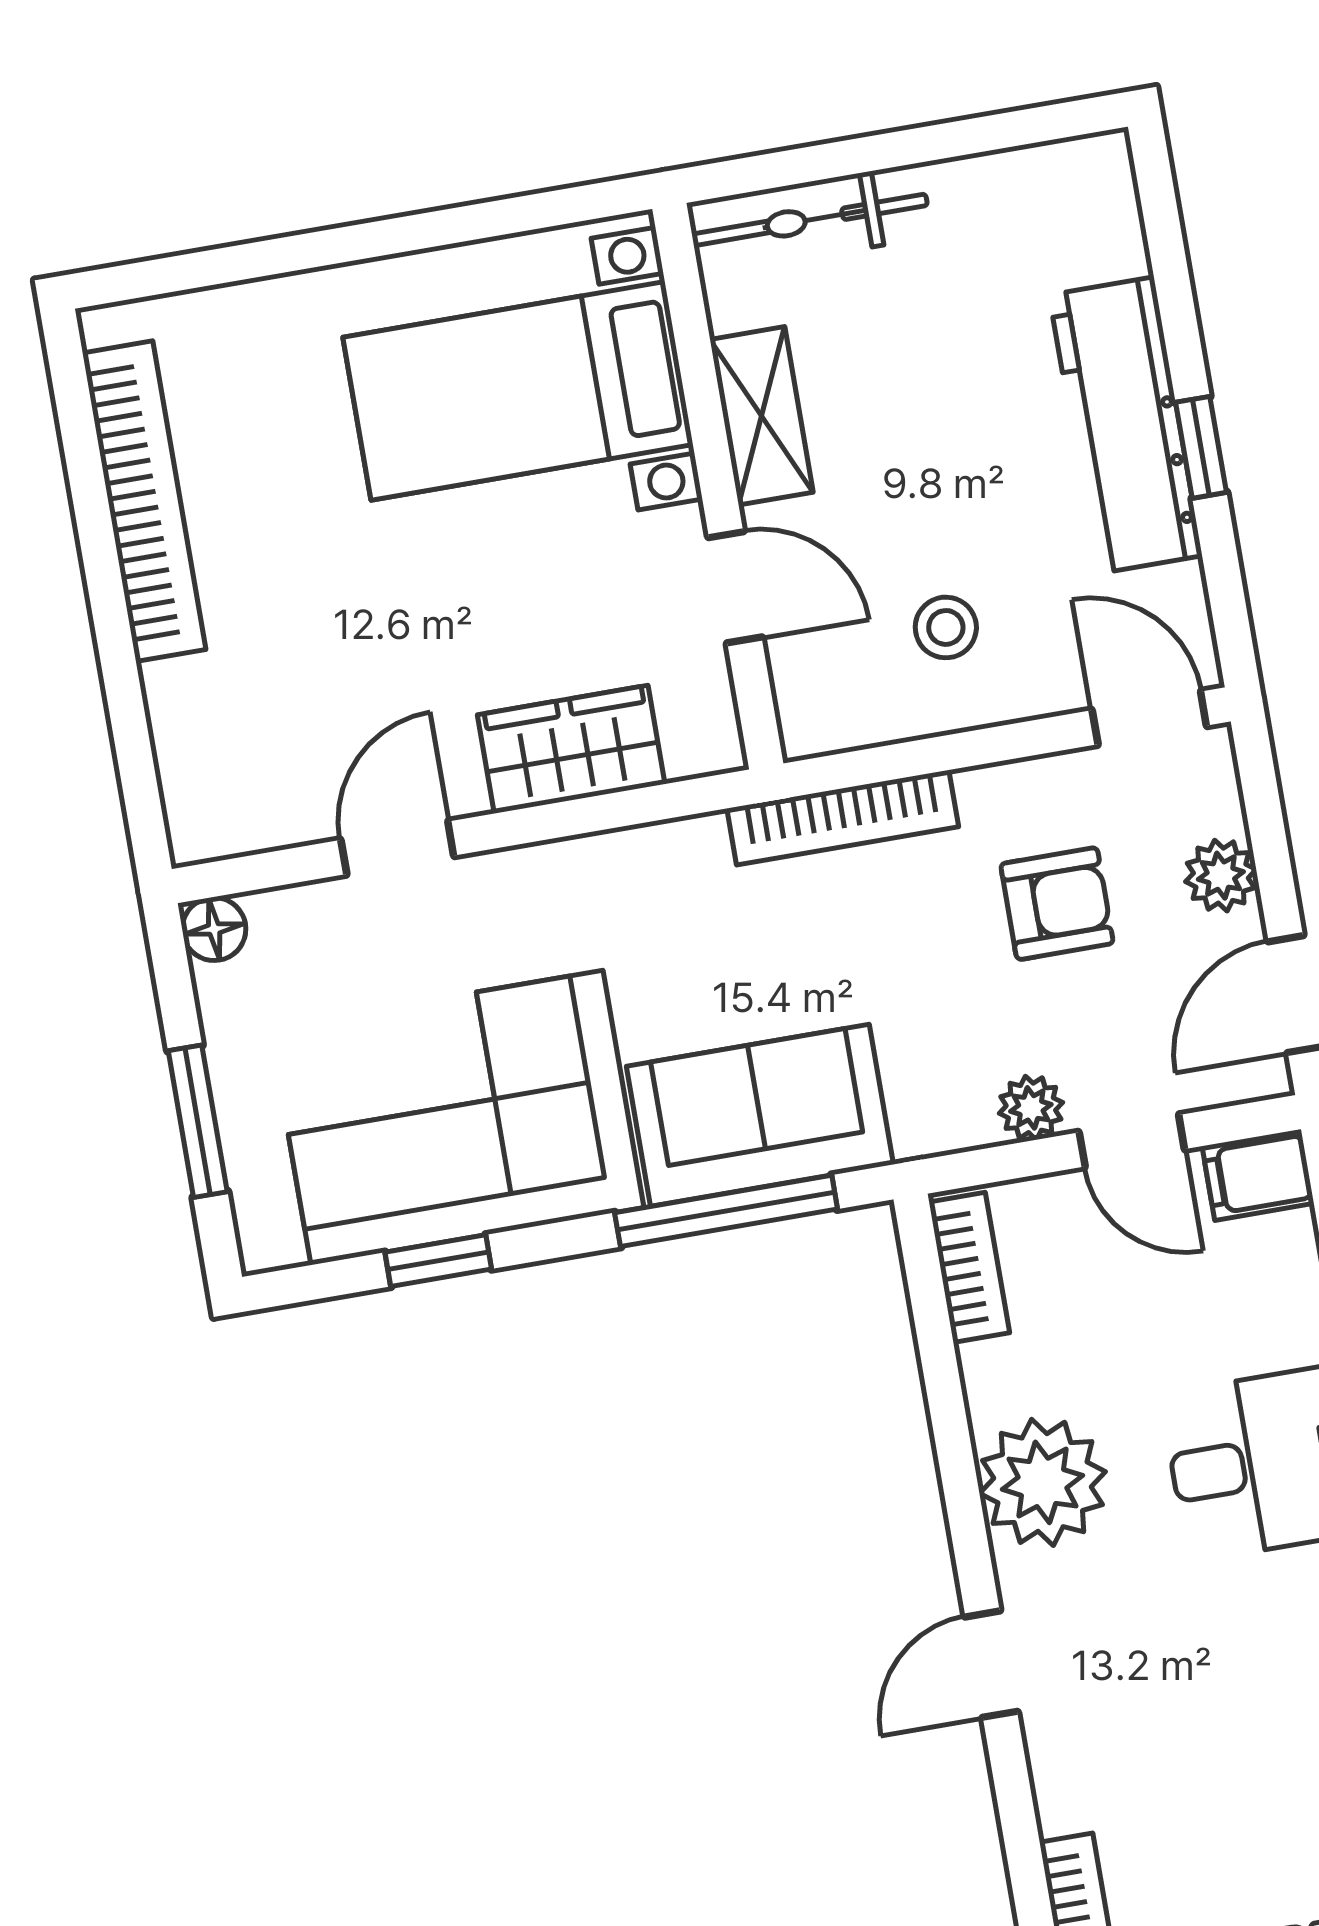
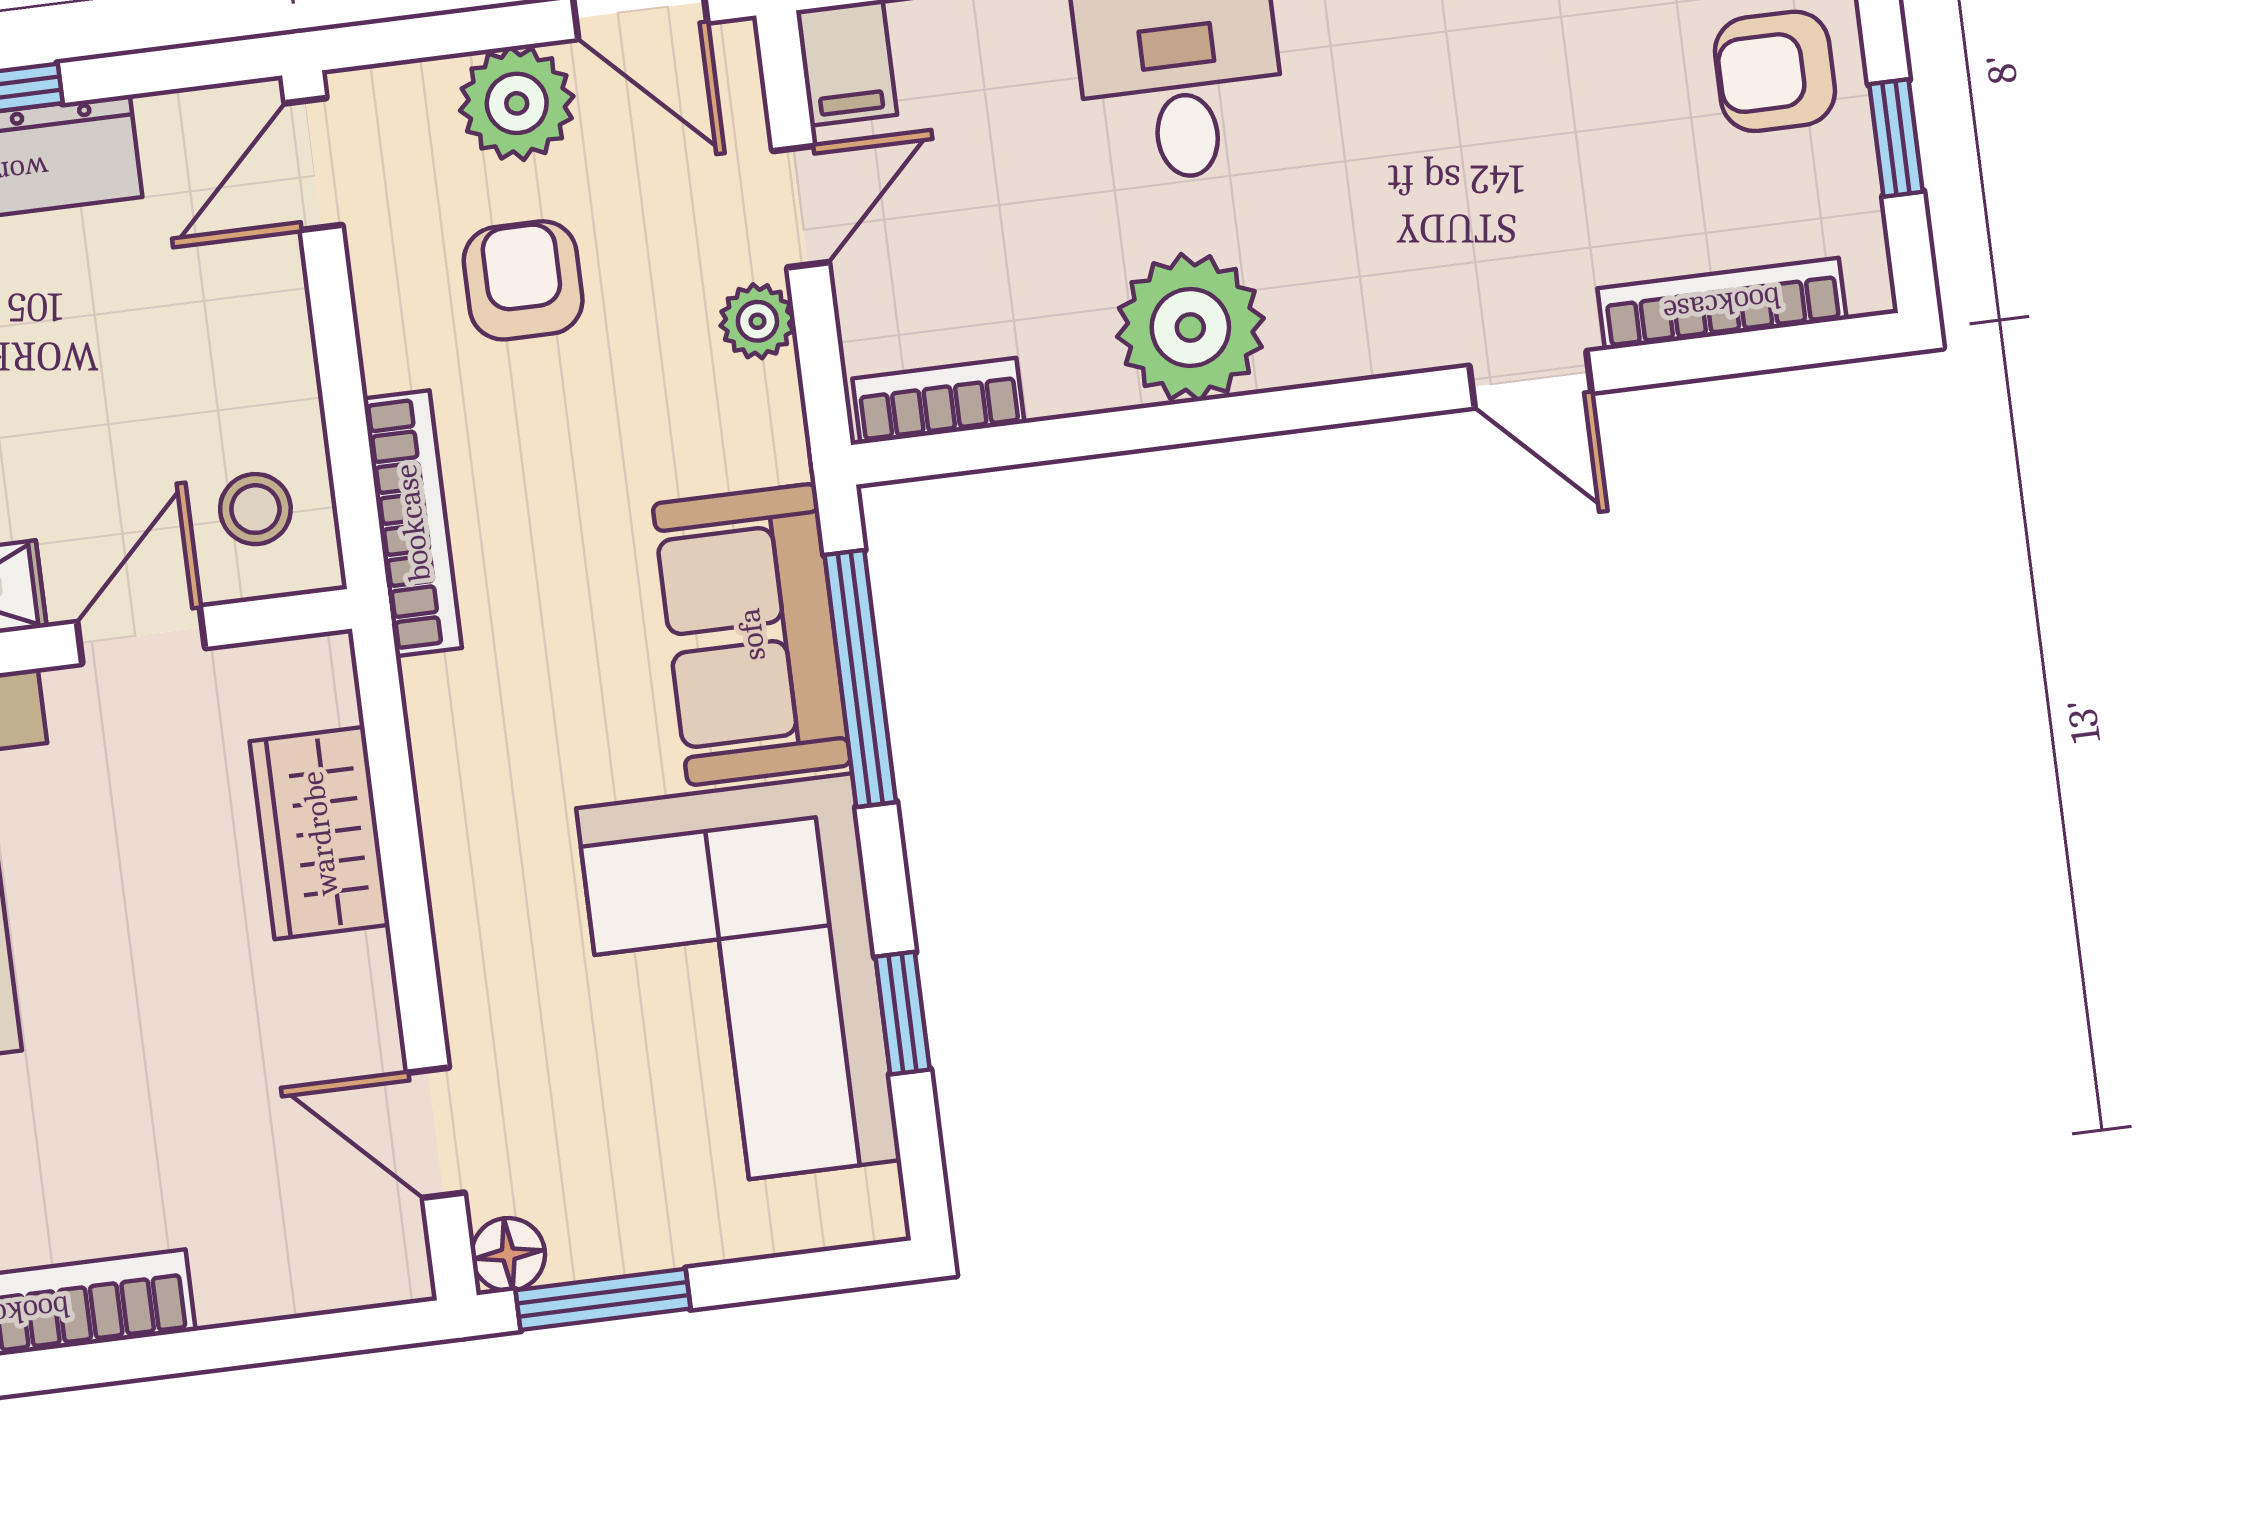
stool: (946, 627) -> (255, 509), moved
door: (397, 848) -> (436, 1133), moved
plant: (1221, 876) -> (517, 103), width x1.38, depth x1.38
window: (198, 1121) -> (603, 1299), moved
door: (991, 1664) -> (1531, 379), moved

